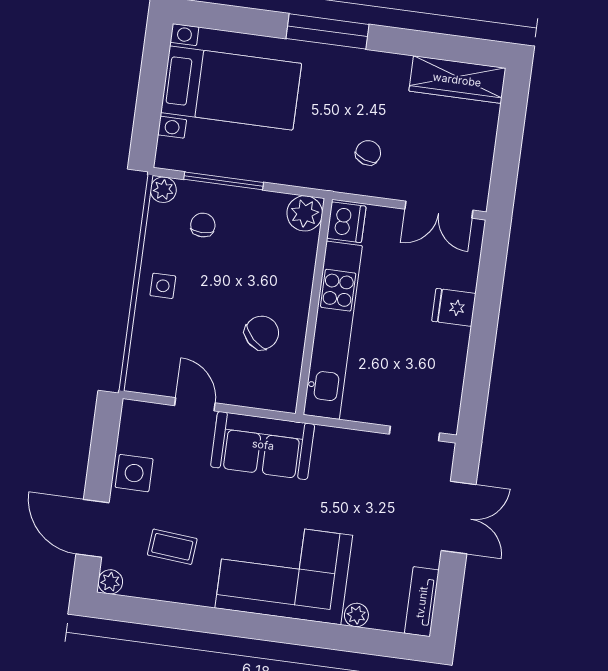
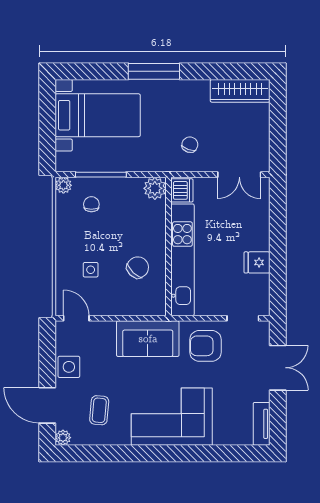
side table: (163, 286) -> (91, 270), moved
fridge: (454, 307) -> (257, 262), moved
door: (195, 404) -> (76, 318), moved
armchair: (351, 469) -> (206, 346), added
coffee table: (172, 547) -> (99, 410), turned 90
plant: (356, 615) -> (221, 438), removed

